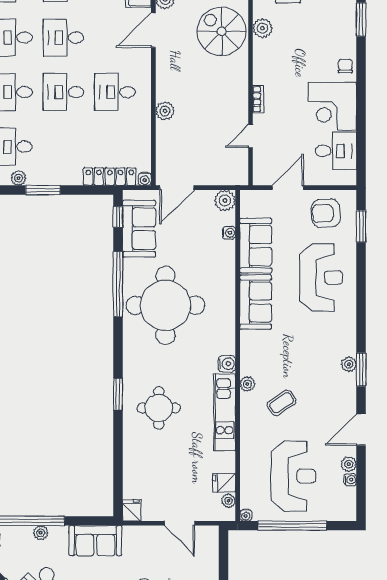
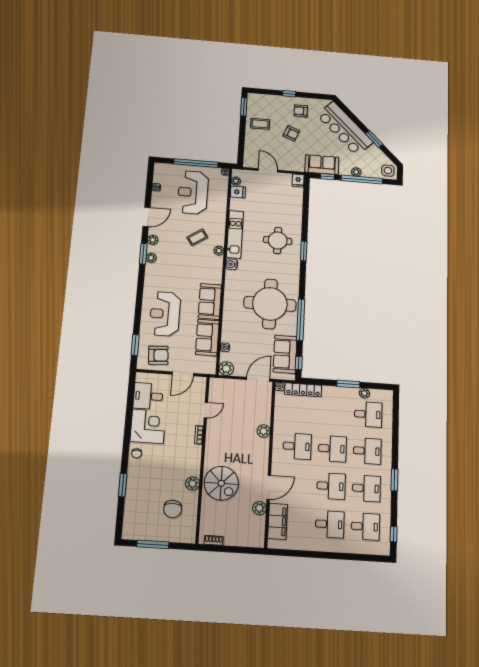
plant: (349, 464) -> (153, 240), moved
window: (86, 521) -> (327, 177), added

